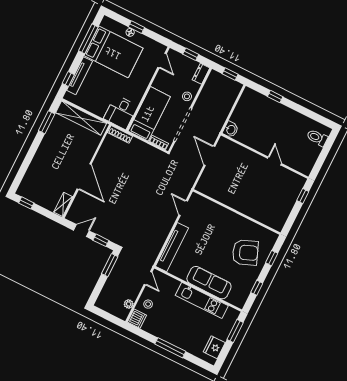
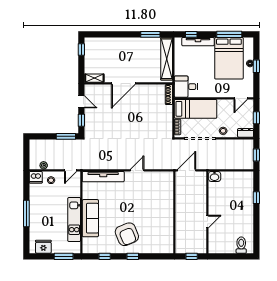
wall: (237, 212) -> (174, 212), moved

